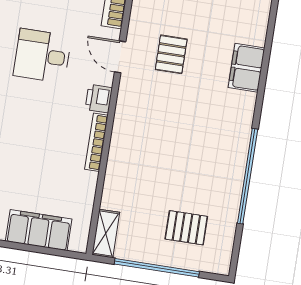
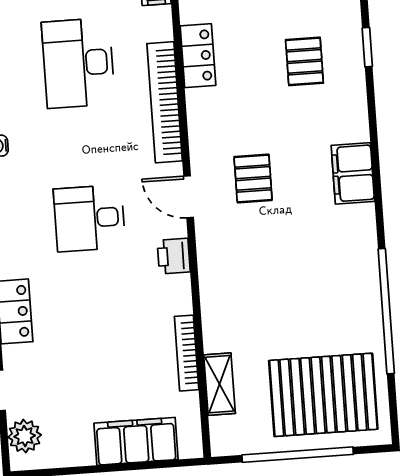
bookcase: (96, 142) -> (187, 353), moved
pallet: (186, 228) -> (323, 395), width x2.05, depth x2.00
shelving: (106, 234) -> (219, 384), moved

